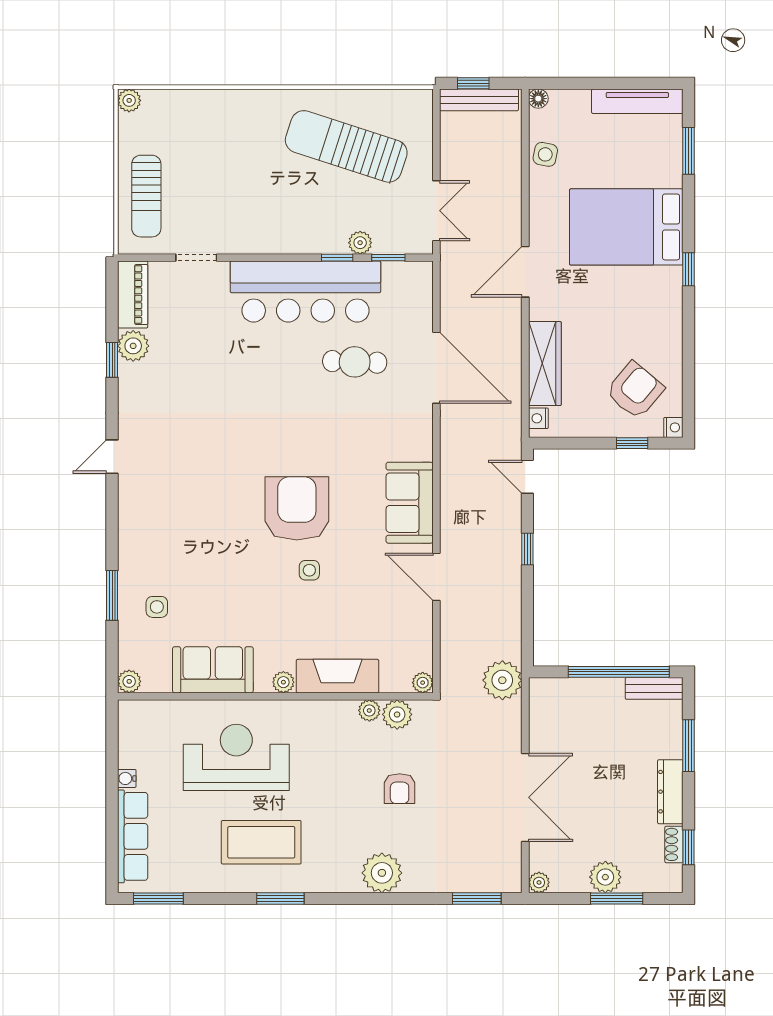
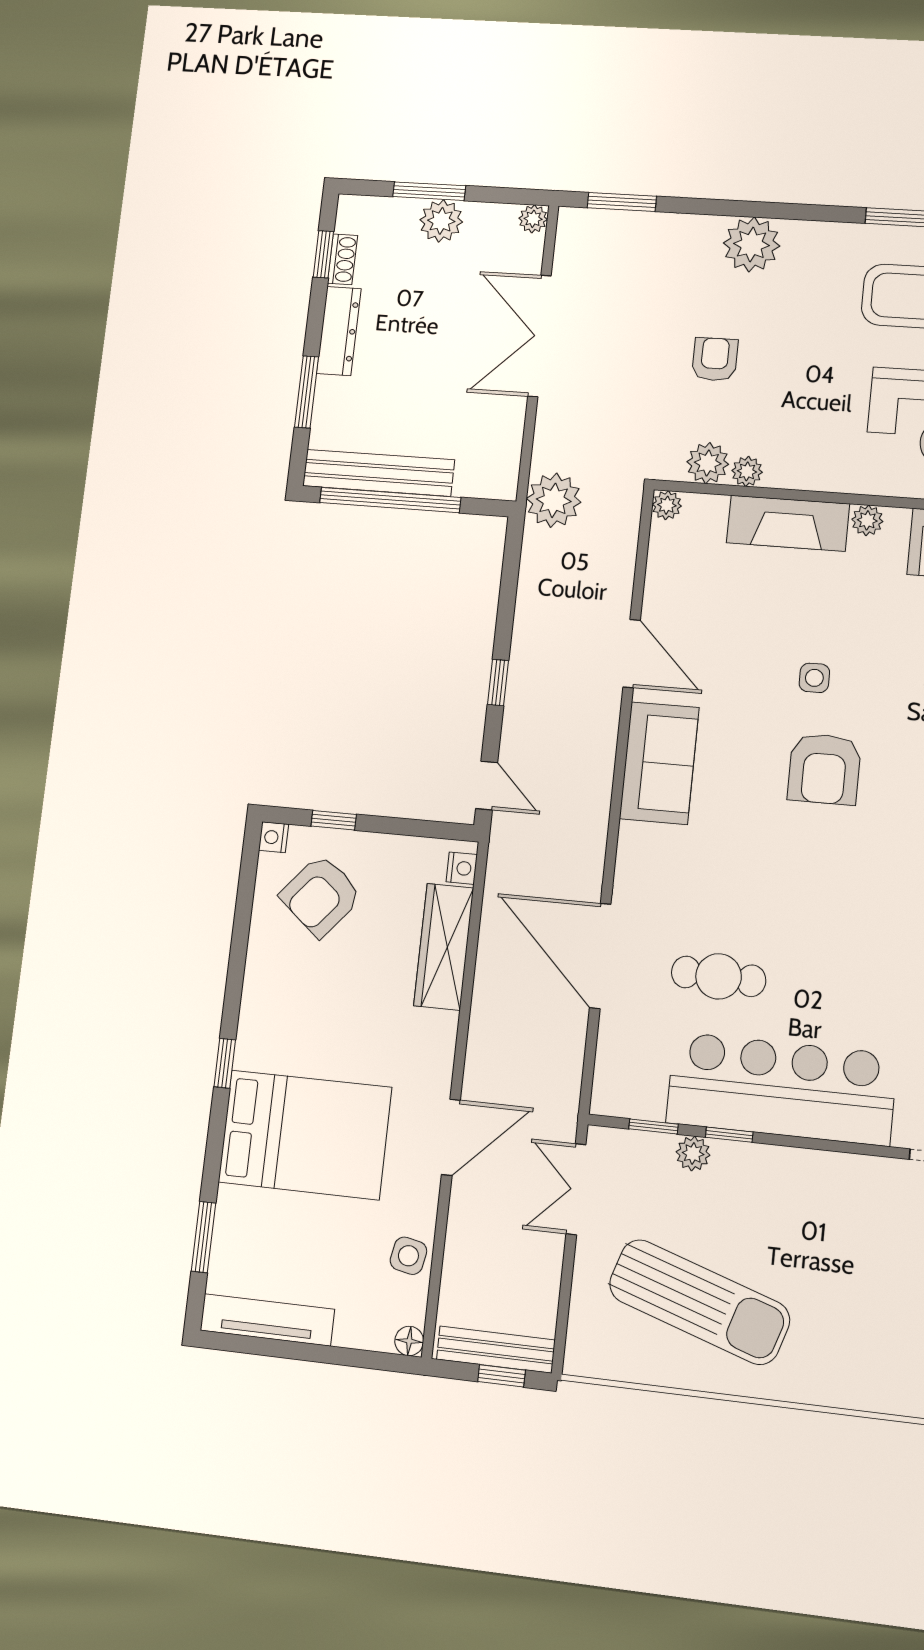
door: (525, 272) -> (451, 1137), moved
armchair: (297, 508) -> (824, 769), width x0.73, depth x0.73
bench: (654, 688) -> (378, 473), width x1.86, depth x1.21

